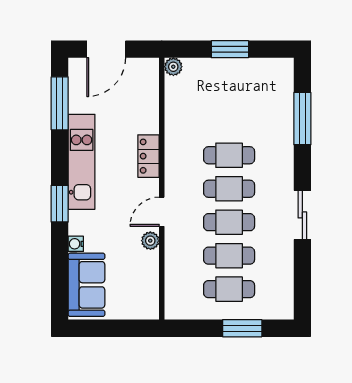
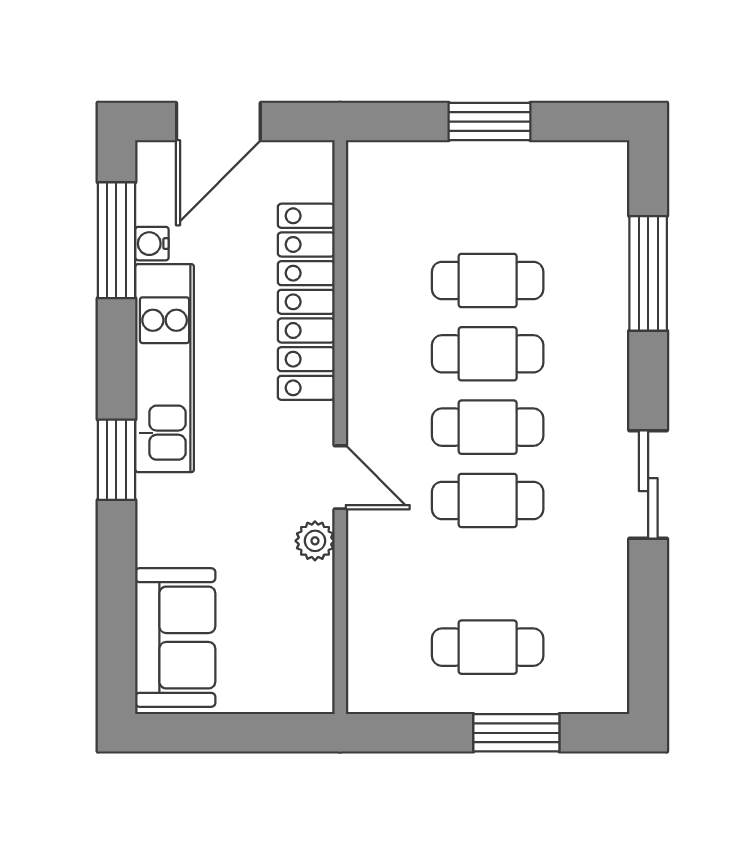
plant: (173, 67) -> (365, 160), removed
locker: (148, 156) -> (306, 302), width x2.16, depth x1.21
door: (162, 212) -> (340, 477), swing flipped
water cooler: (76, 244) -> (152, 244), moved
cafe table: (229, 256) -> (488, 280), moved

